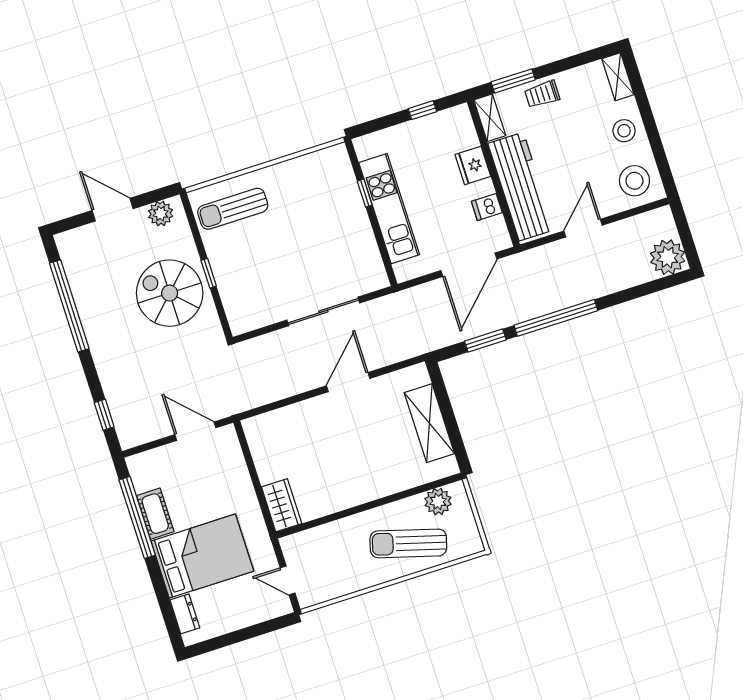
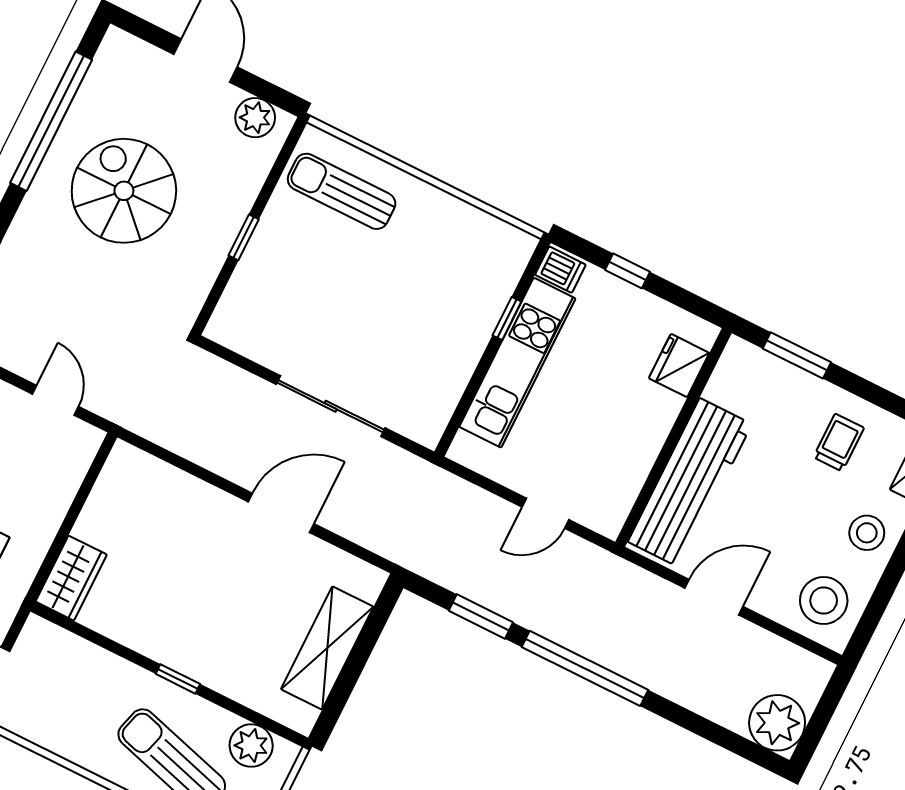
trolley: (542, 94) -> (839, 443), moved, turned 90
window: (422, 110) -> (627, 271), moved
shelving: (490, 118) -> (730, 371), removed
fridge: (473, 165) -> (679, 366), moved
dishwasher: (487, 207) -> (560, 270), moved, turned 180
door: (469, 265) -> (545, 513), width x0.53
spiral stairs: (170, 293) -> (124, 191), moved
door: (195, 431) -> (55, 400), width x0.73
window: (375, 504) -> (178, 679), added

